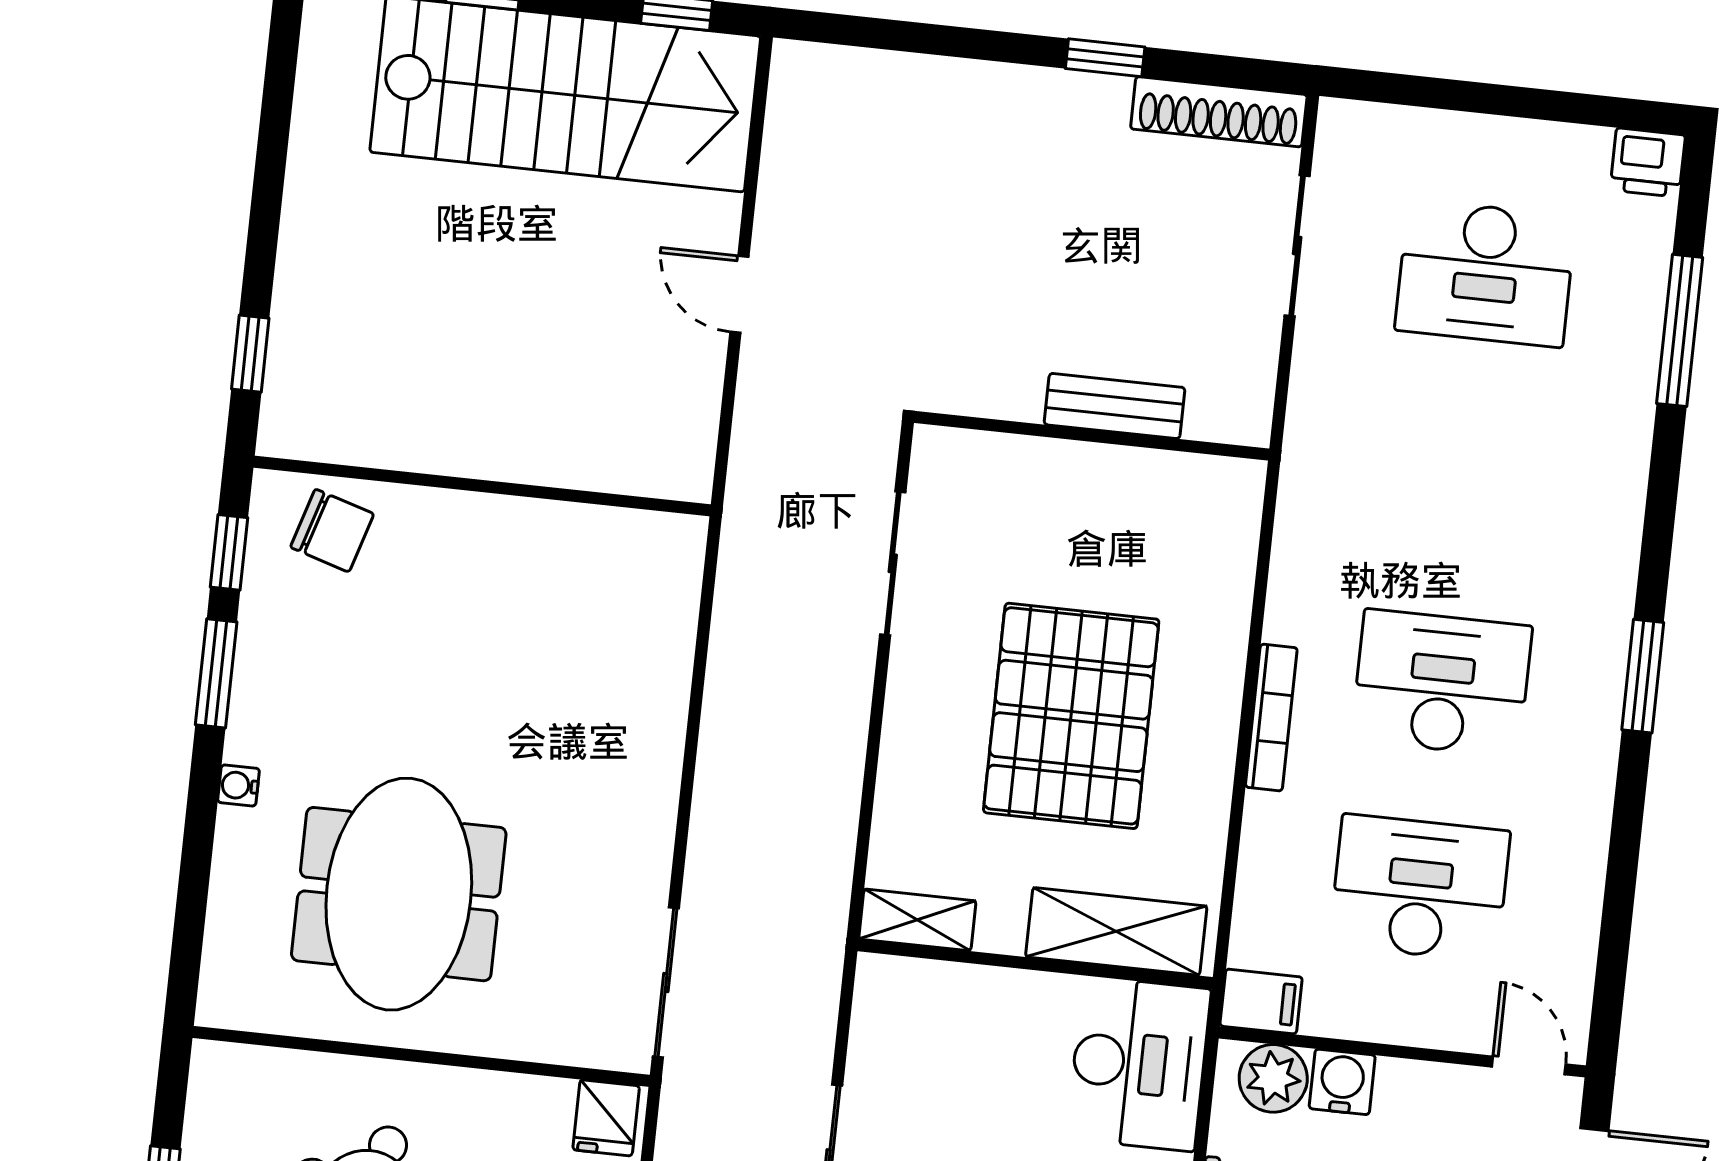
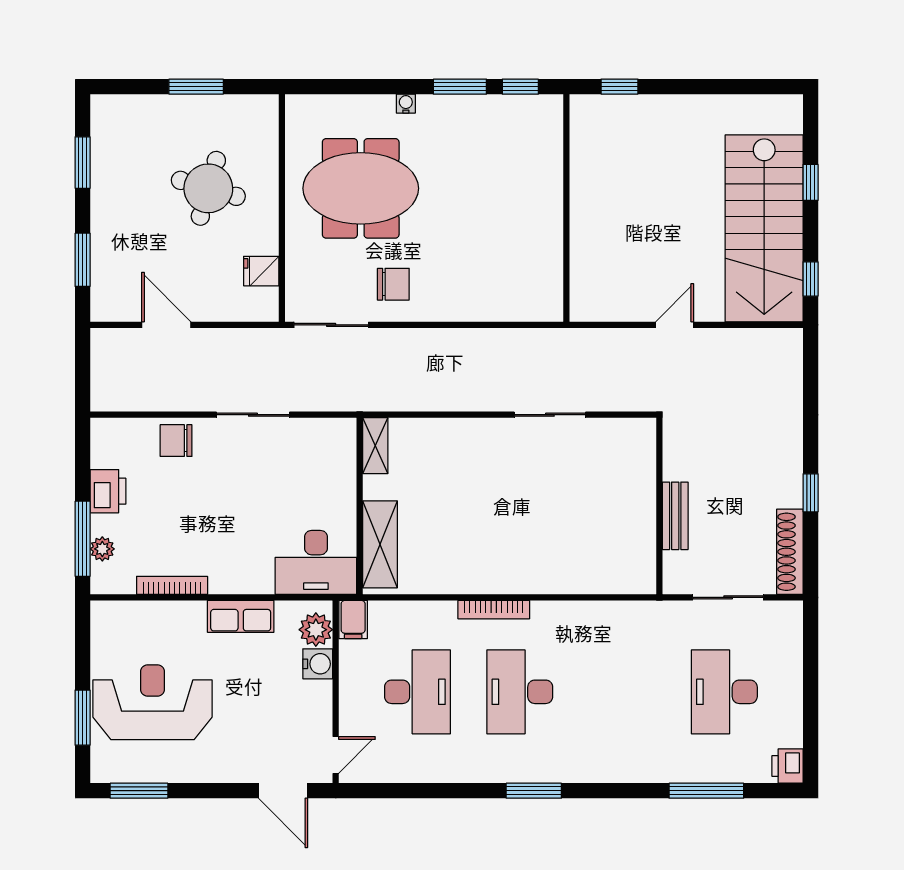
bench: (1115, 406) -> (675, 516), moved
wall: (1092, 436) -> (659, 506), moved
chair: (332, 531) -> (393, 284), moved, turned -107
desk: (1442, 683) -> (520, 692), turned 180
pallet: (1071, 716) -> (484, 511), removed
fridge: (606, 1118) -> (261, 271), moved

